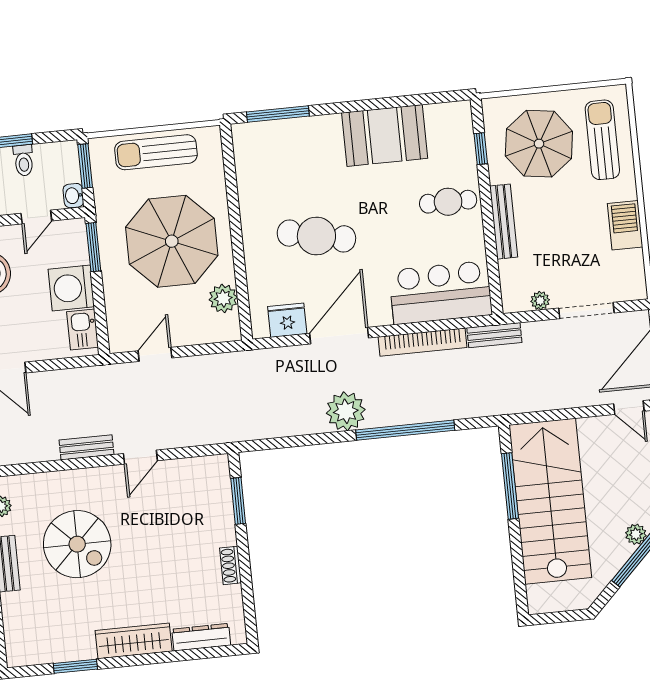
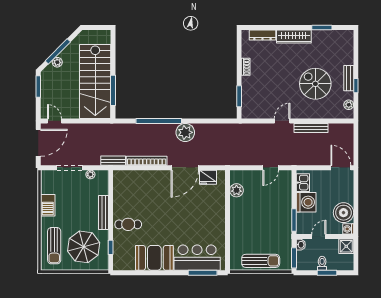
cafe table: (316, 236) -> (191, 215), removed
parasol: (172, 241) -> (258, 219), removed
bar counter: (441, 293) -> (197, 258), moved, turned 180
bench: (86, 447) -> (311, 128), width x1.36

